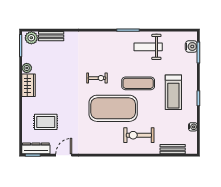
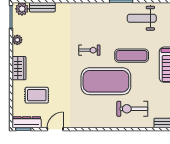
wardrobe: (28, 85) -> (19, 68), moved

